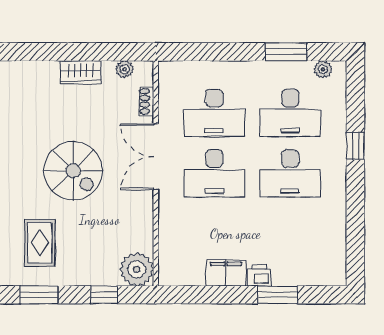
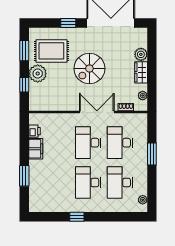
window: (286, 52) -> (152, 154), moved
plant: (46, 73) -> (141, 54), added
window: (355, 146) -> (77, 217), moved
rug: (40, 243) -> (51, 51), width x1.36, depth x1.43
plant: (137, 269) -> (38, 74), moved
printer: (259, 275) -> (34, 131), moved

